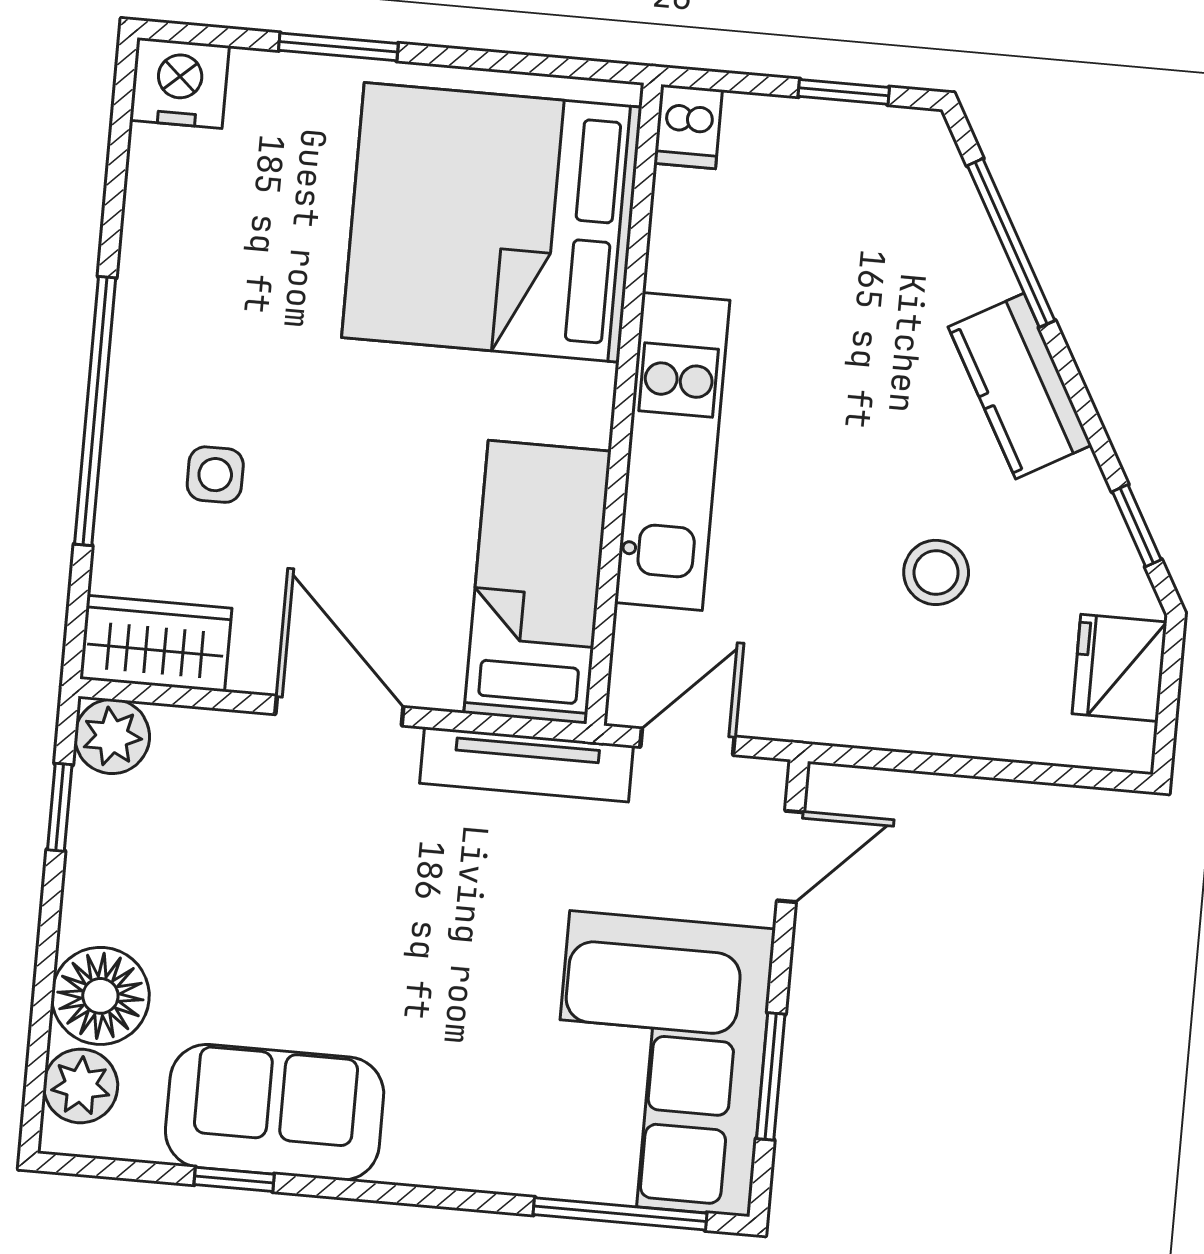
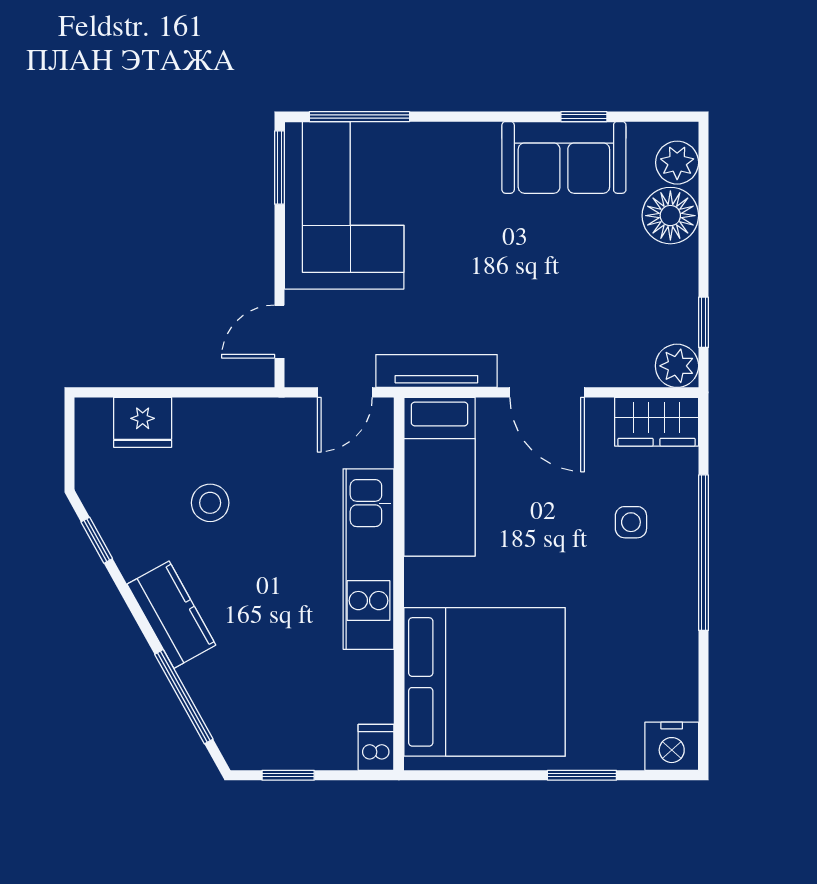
fridge: (1119, 668) -> (143, 422), moved, turned 90
window: (771, 1076) -> (279, 168), moved

